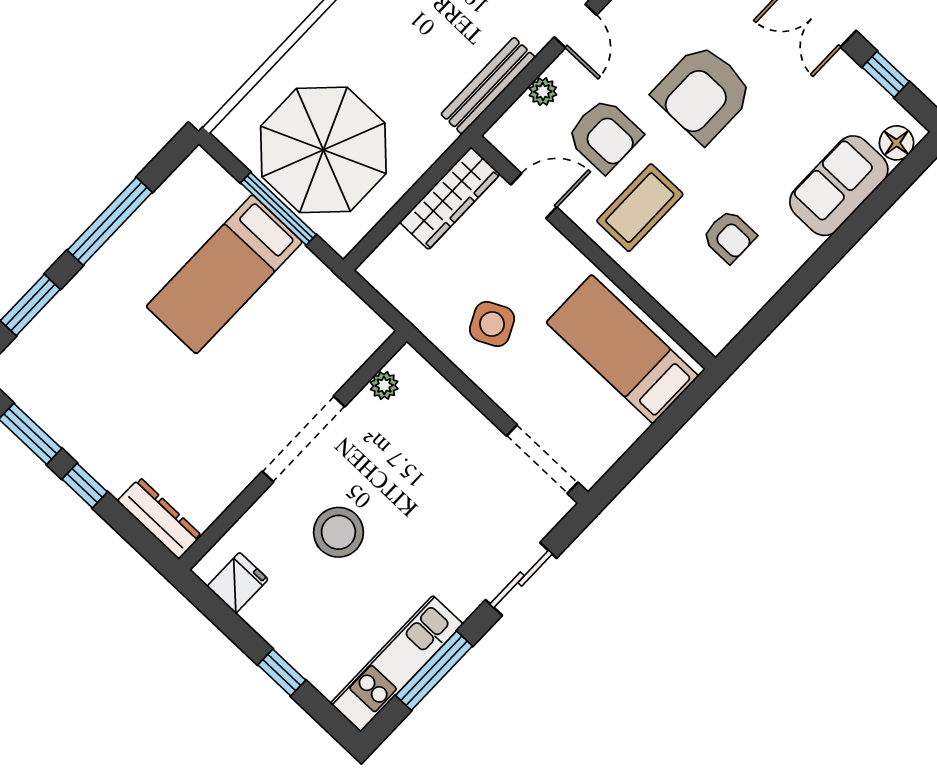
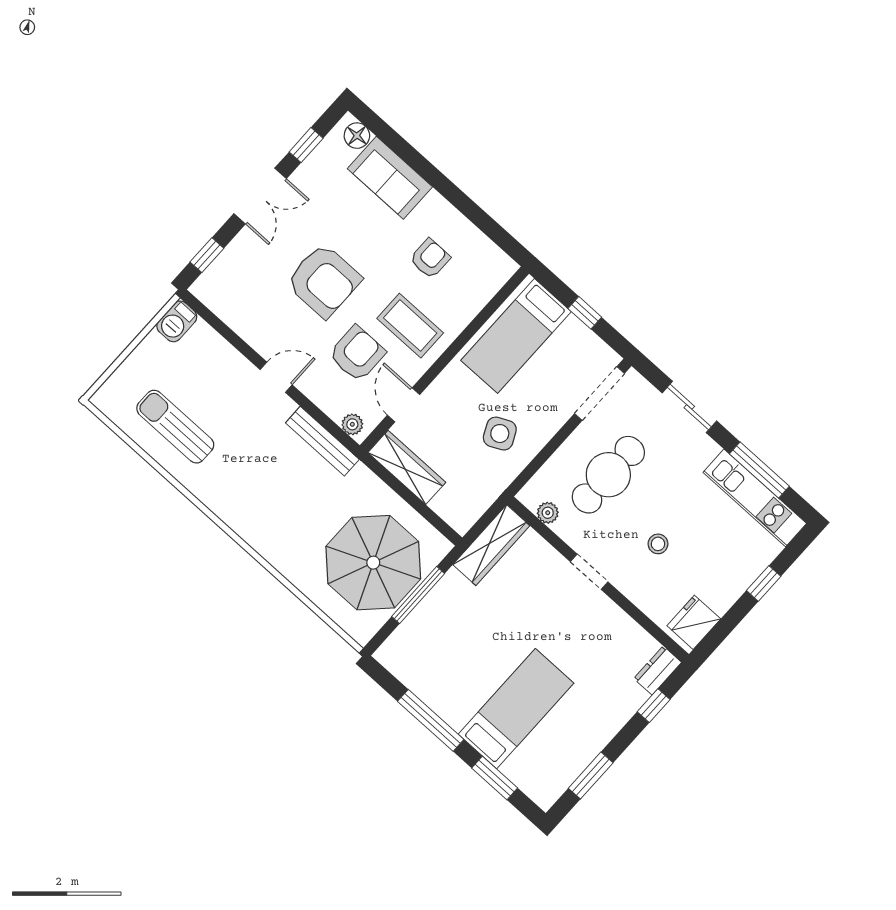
plant: (543, 92) -> (352, 424), moved
bed: (224, 274) -> (516, 709), moved, turned -90
wardrobe: (343, 309) -> (491, 545), added
doorway: (304, 439) -> (589, 572), width x0.53
window: (651, 442) -> (585, 313), added
cafe table: (433, 468) -> (608, 475), added
window: (85, 486) -> (654, 706), moved
dresser: (159, 518) -> (658, 670), width x0.70
stool: (338, 532) -> (658, 544), width x0.53, depth x0.53
fridge: (238, 583) -> (694, 622), width x1.38

